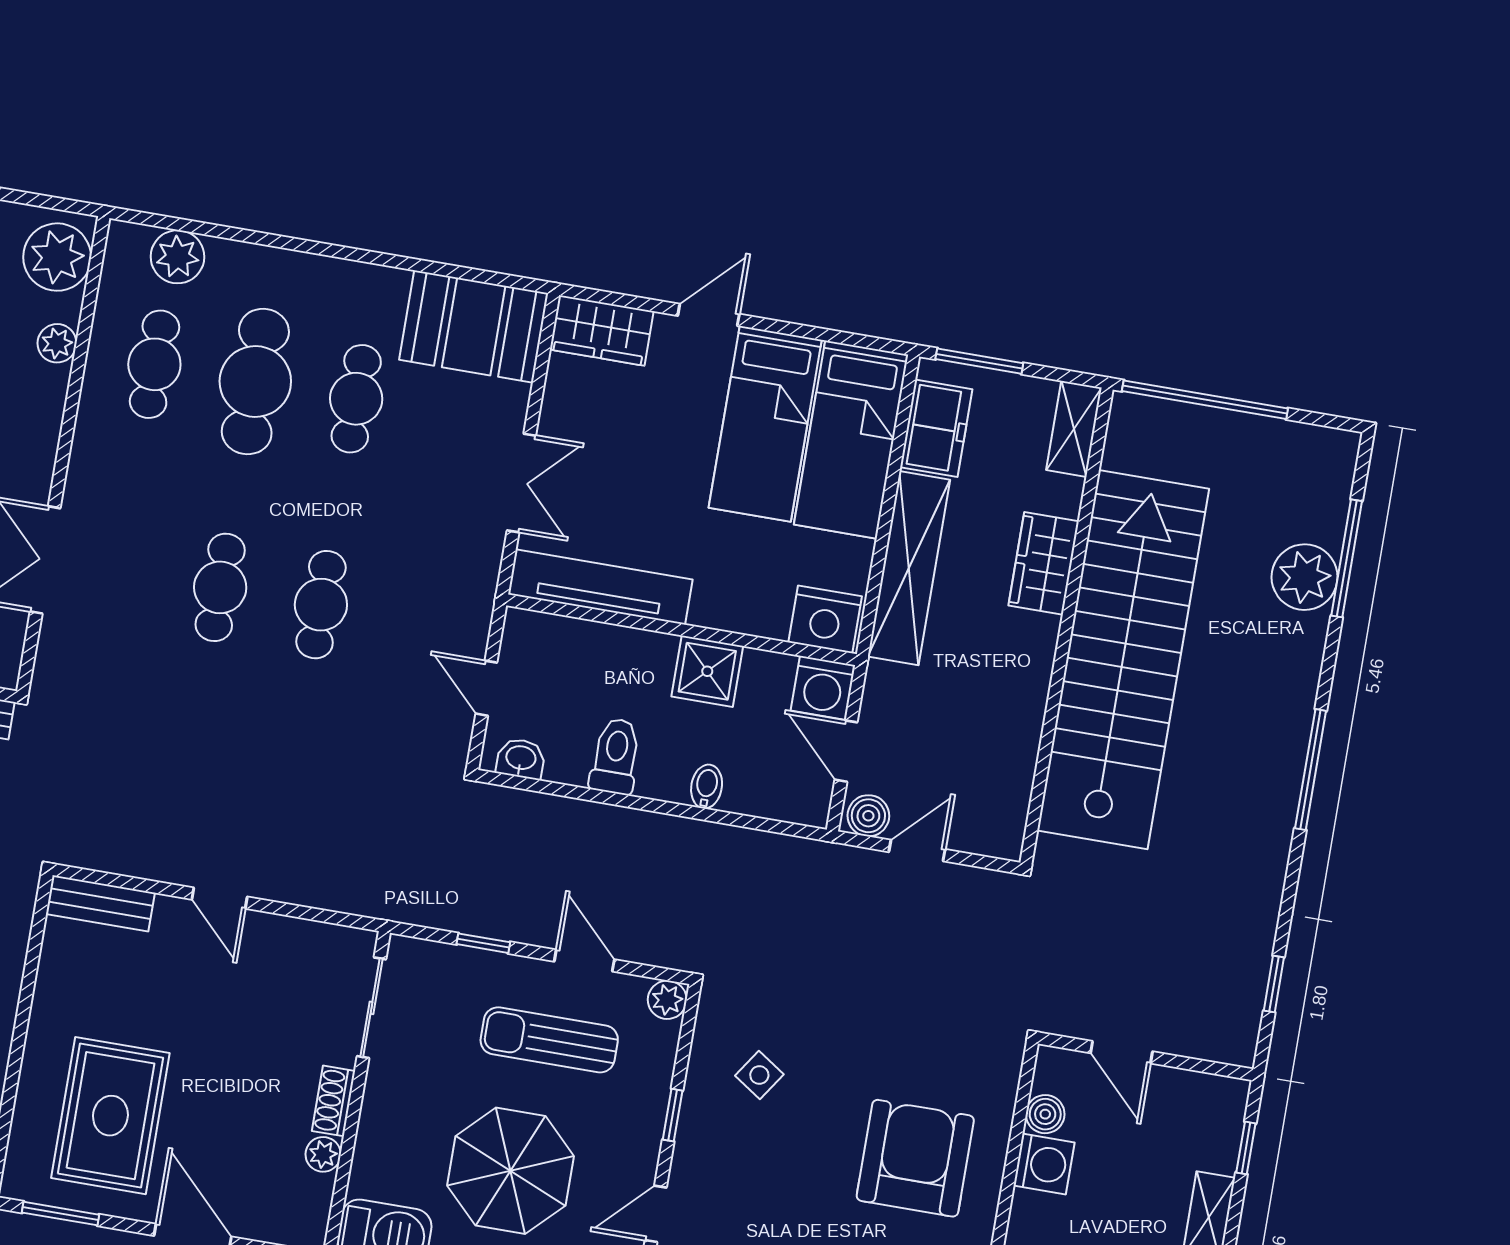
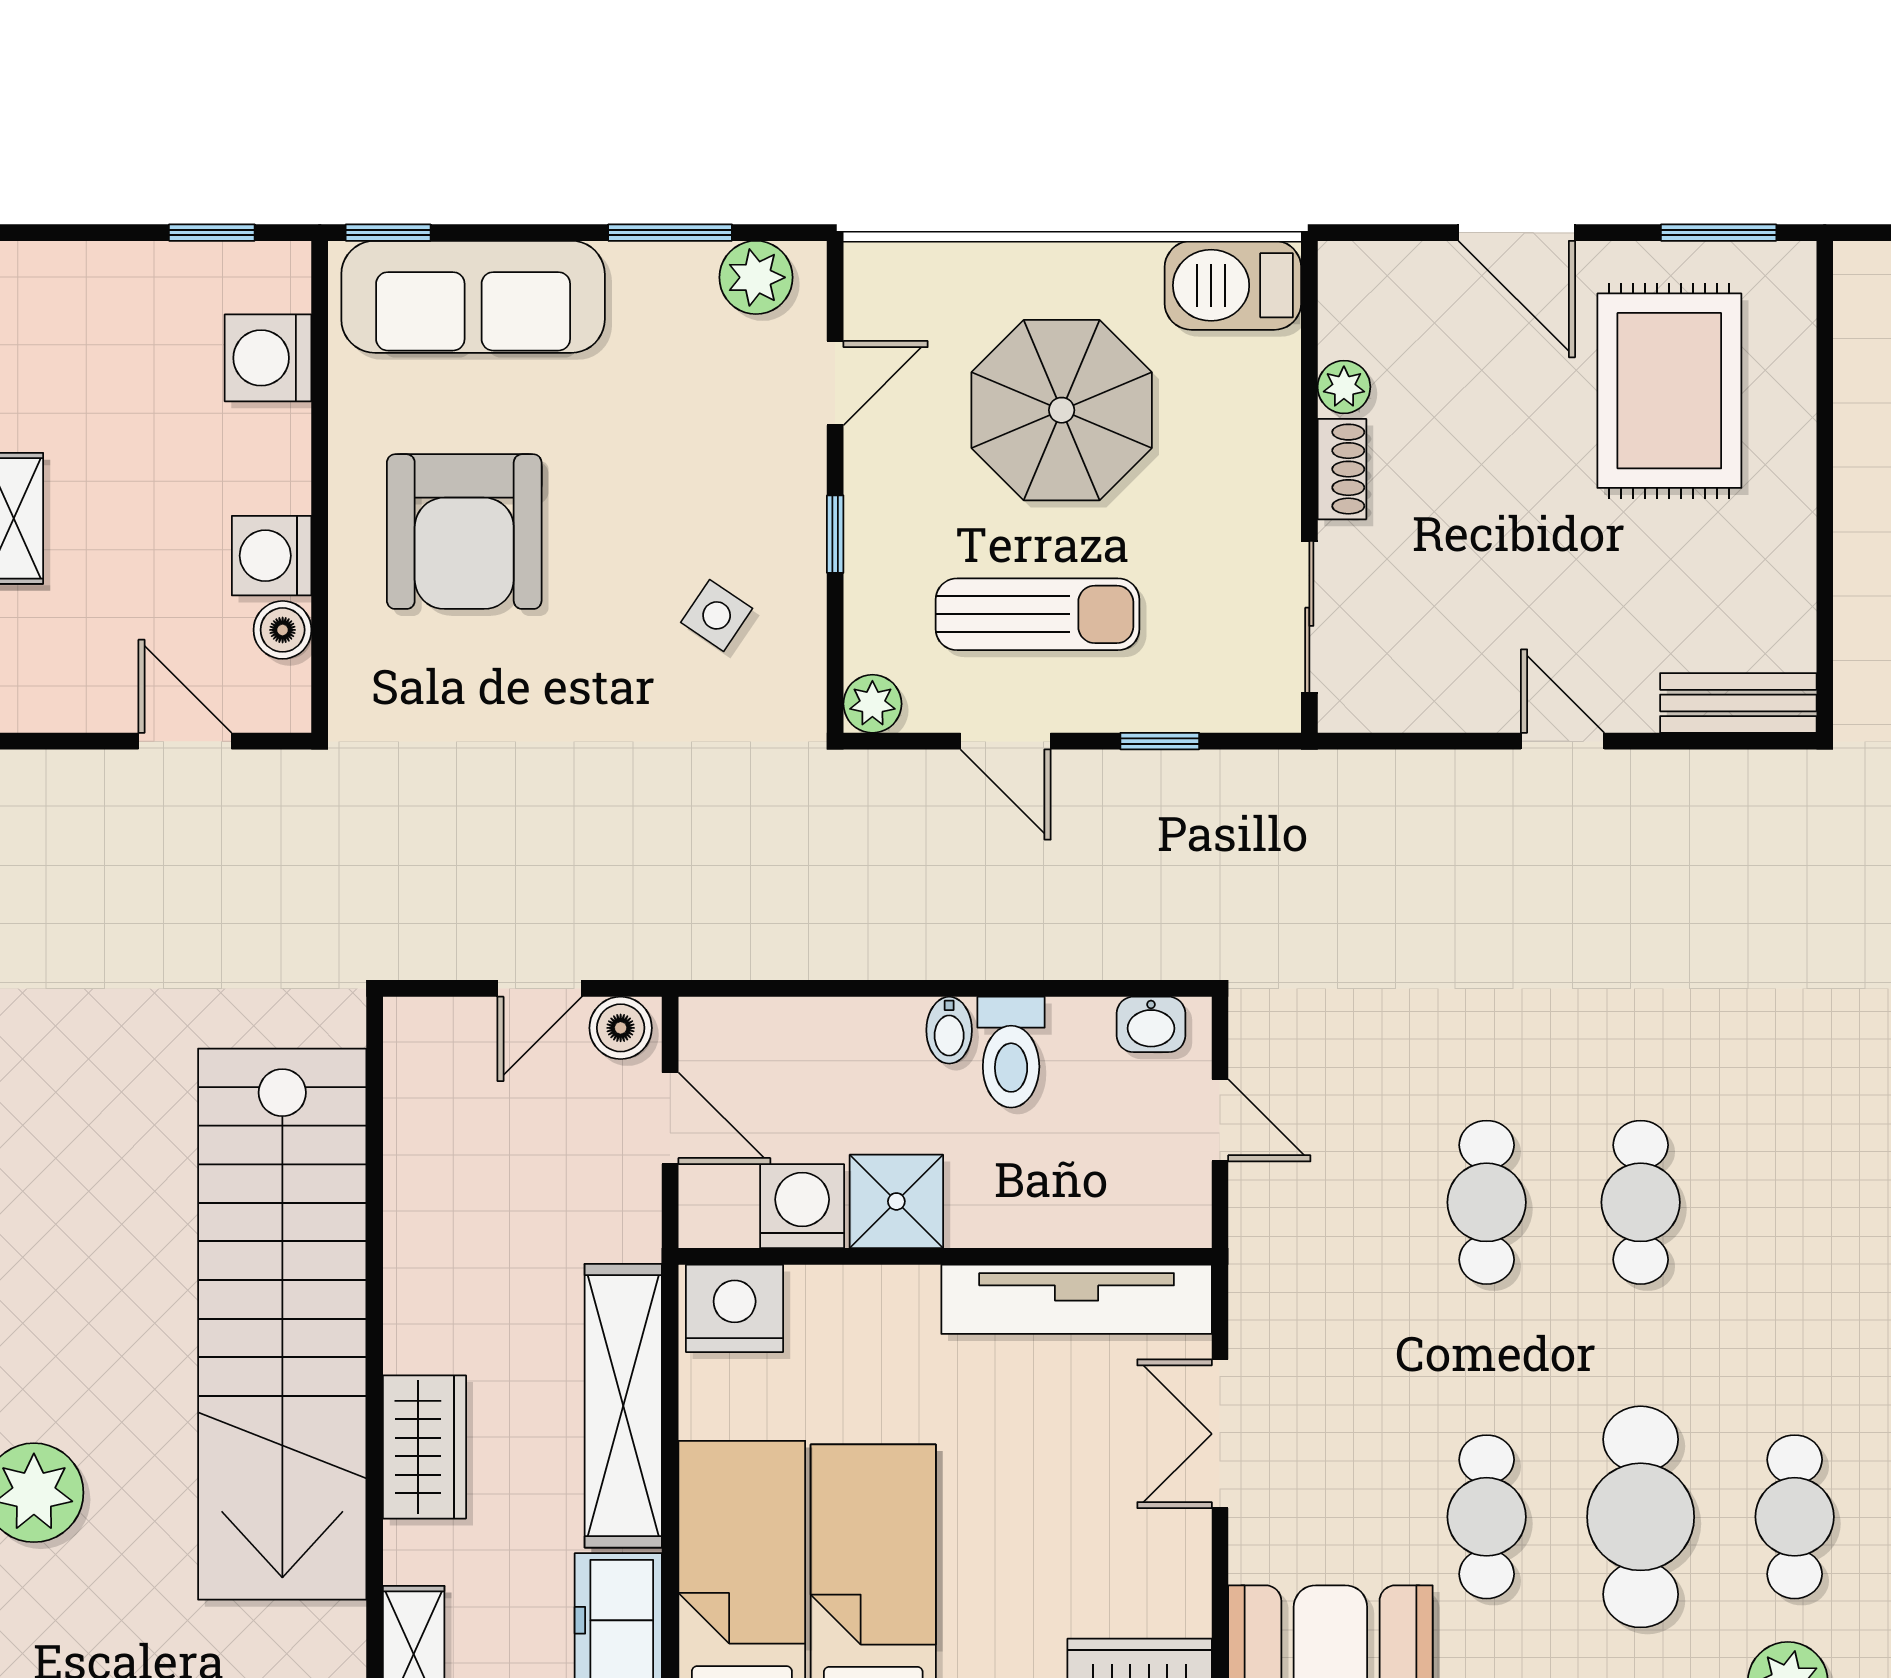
washing machine: (823, 688) -> (802, 1206), moved
bidet: (707, 787) -> (949, 1030), moved

